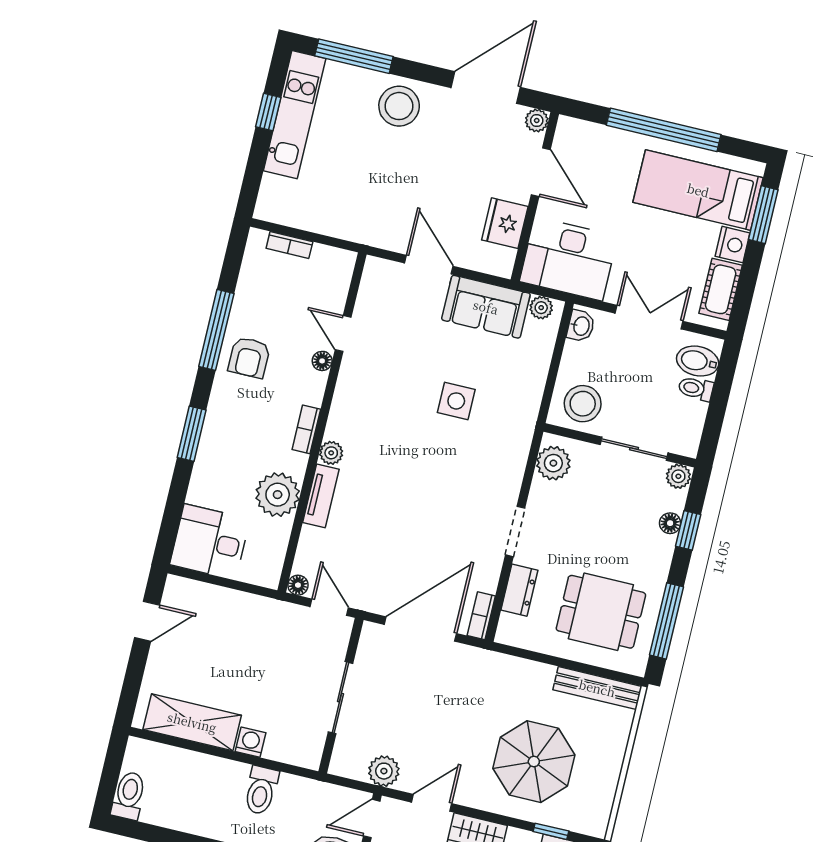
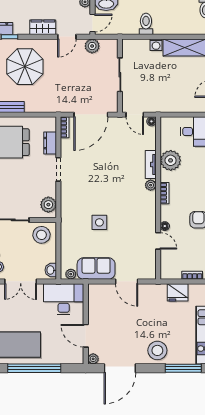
fridge: (505, 223) -> (178, 292), moved, turned 90

